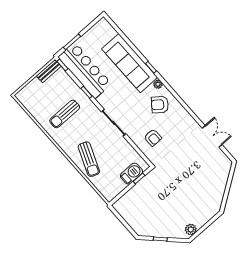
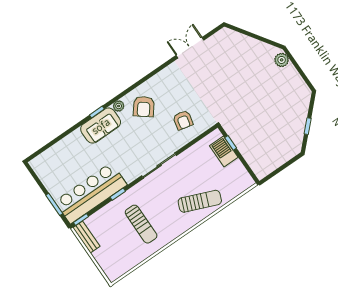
sofa: (130, 63) -> (101, 126), width x0.54, depth x0.79
armchair: (153, 138) -> (183, 120), turned 103
plant: (191, 229) -> (282, 60), moved

